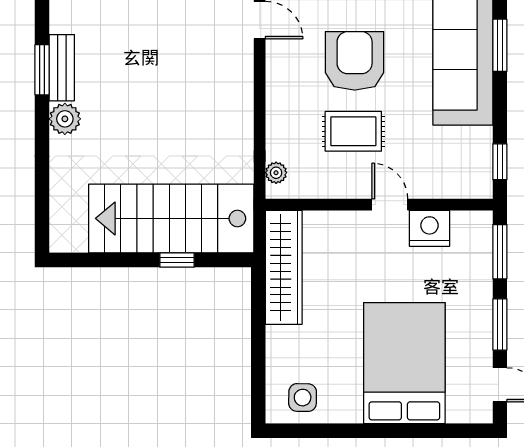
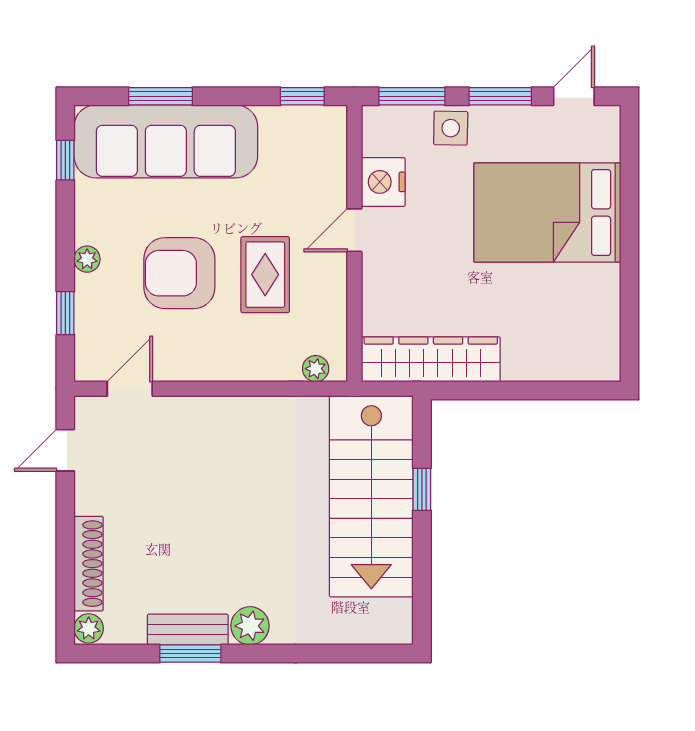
side table: (303, 398) -> (451, 128), moved

